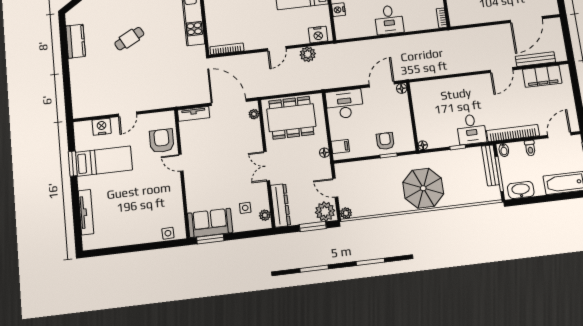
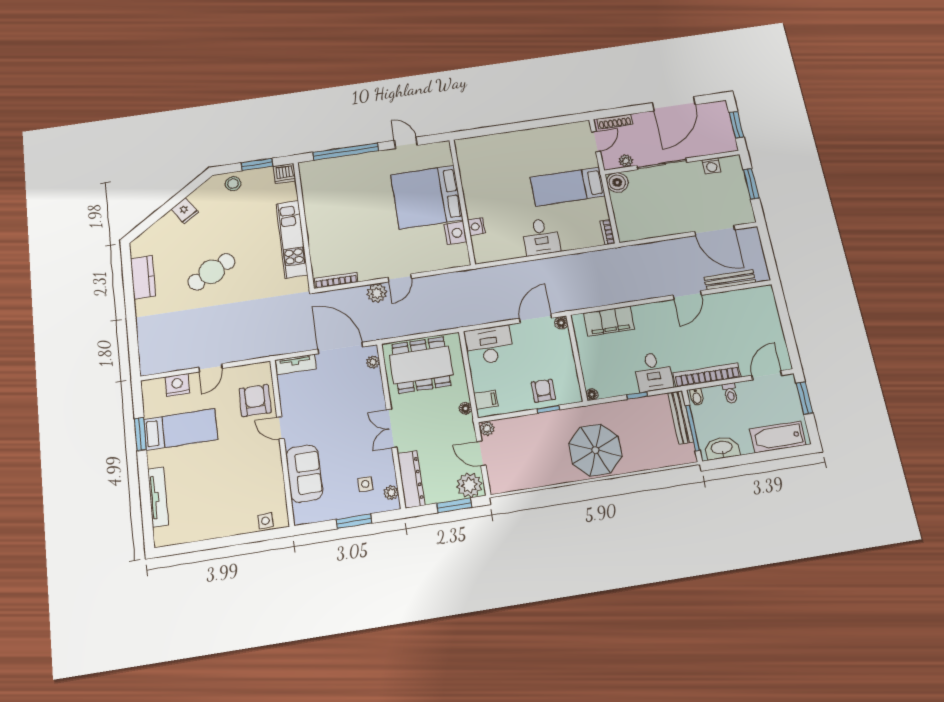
door: (526, 20) -> (715, 231), hinge flipped
nightstand: (318, 35) -> (455, 233), moved, turned -90
cafe table: (129, 39) -> (212, 272), width x1.37, depth x1.35
plant: (308, 54) -> (377, 293), moved
filing cabinet: (542, 76) -> (609, 321), moved
plant: (346, 213) -> (487, 428), moved
sofa: (210, 223) -> (304, 474), moved, turned 90
window: (210, 239) -> (354, 521), moved

